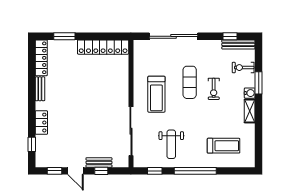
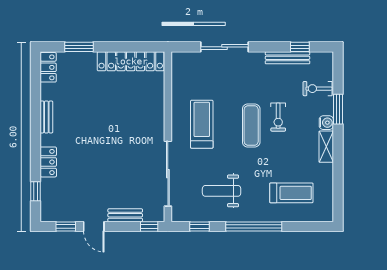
sliding door: (173, 36) -> (225, 47), width x0.73
bench: (238, 44) -> (287, 58), moved
locker: (41, 58) -> (48, 67), width x0.66
exercise mat: (190, 82) -> (251, 125), moved
treadmill: (156, 94) -> (202, 124), turned 180
weight bench: (171, 144) -> (222, 191), turned 90
window: (101, 171) -> (149, 226), moved

